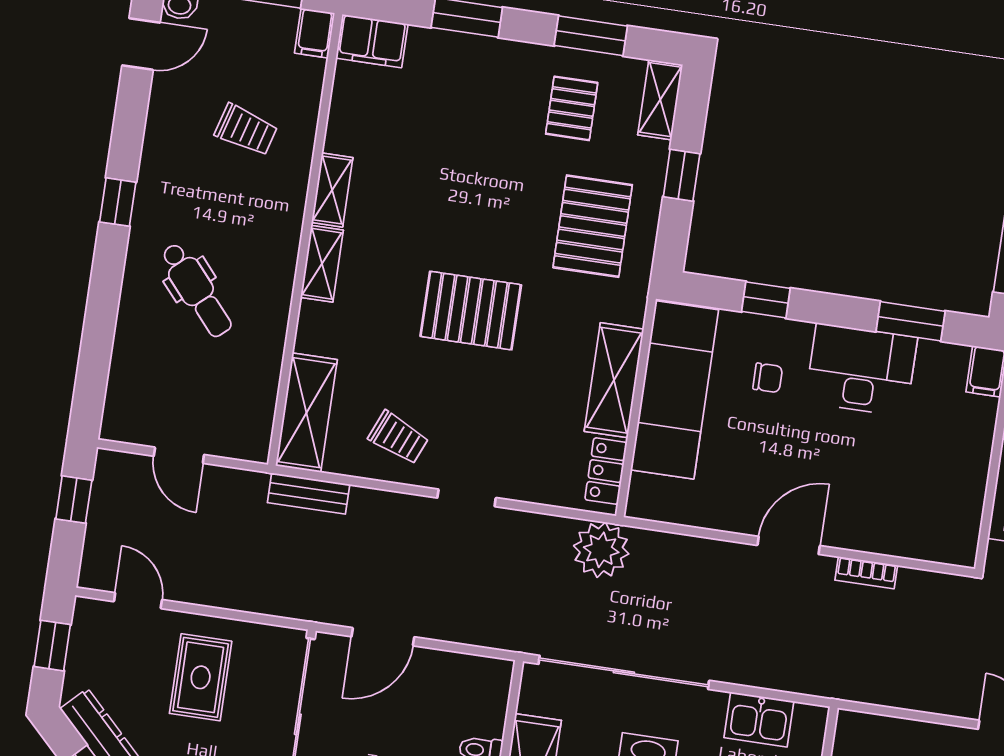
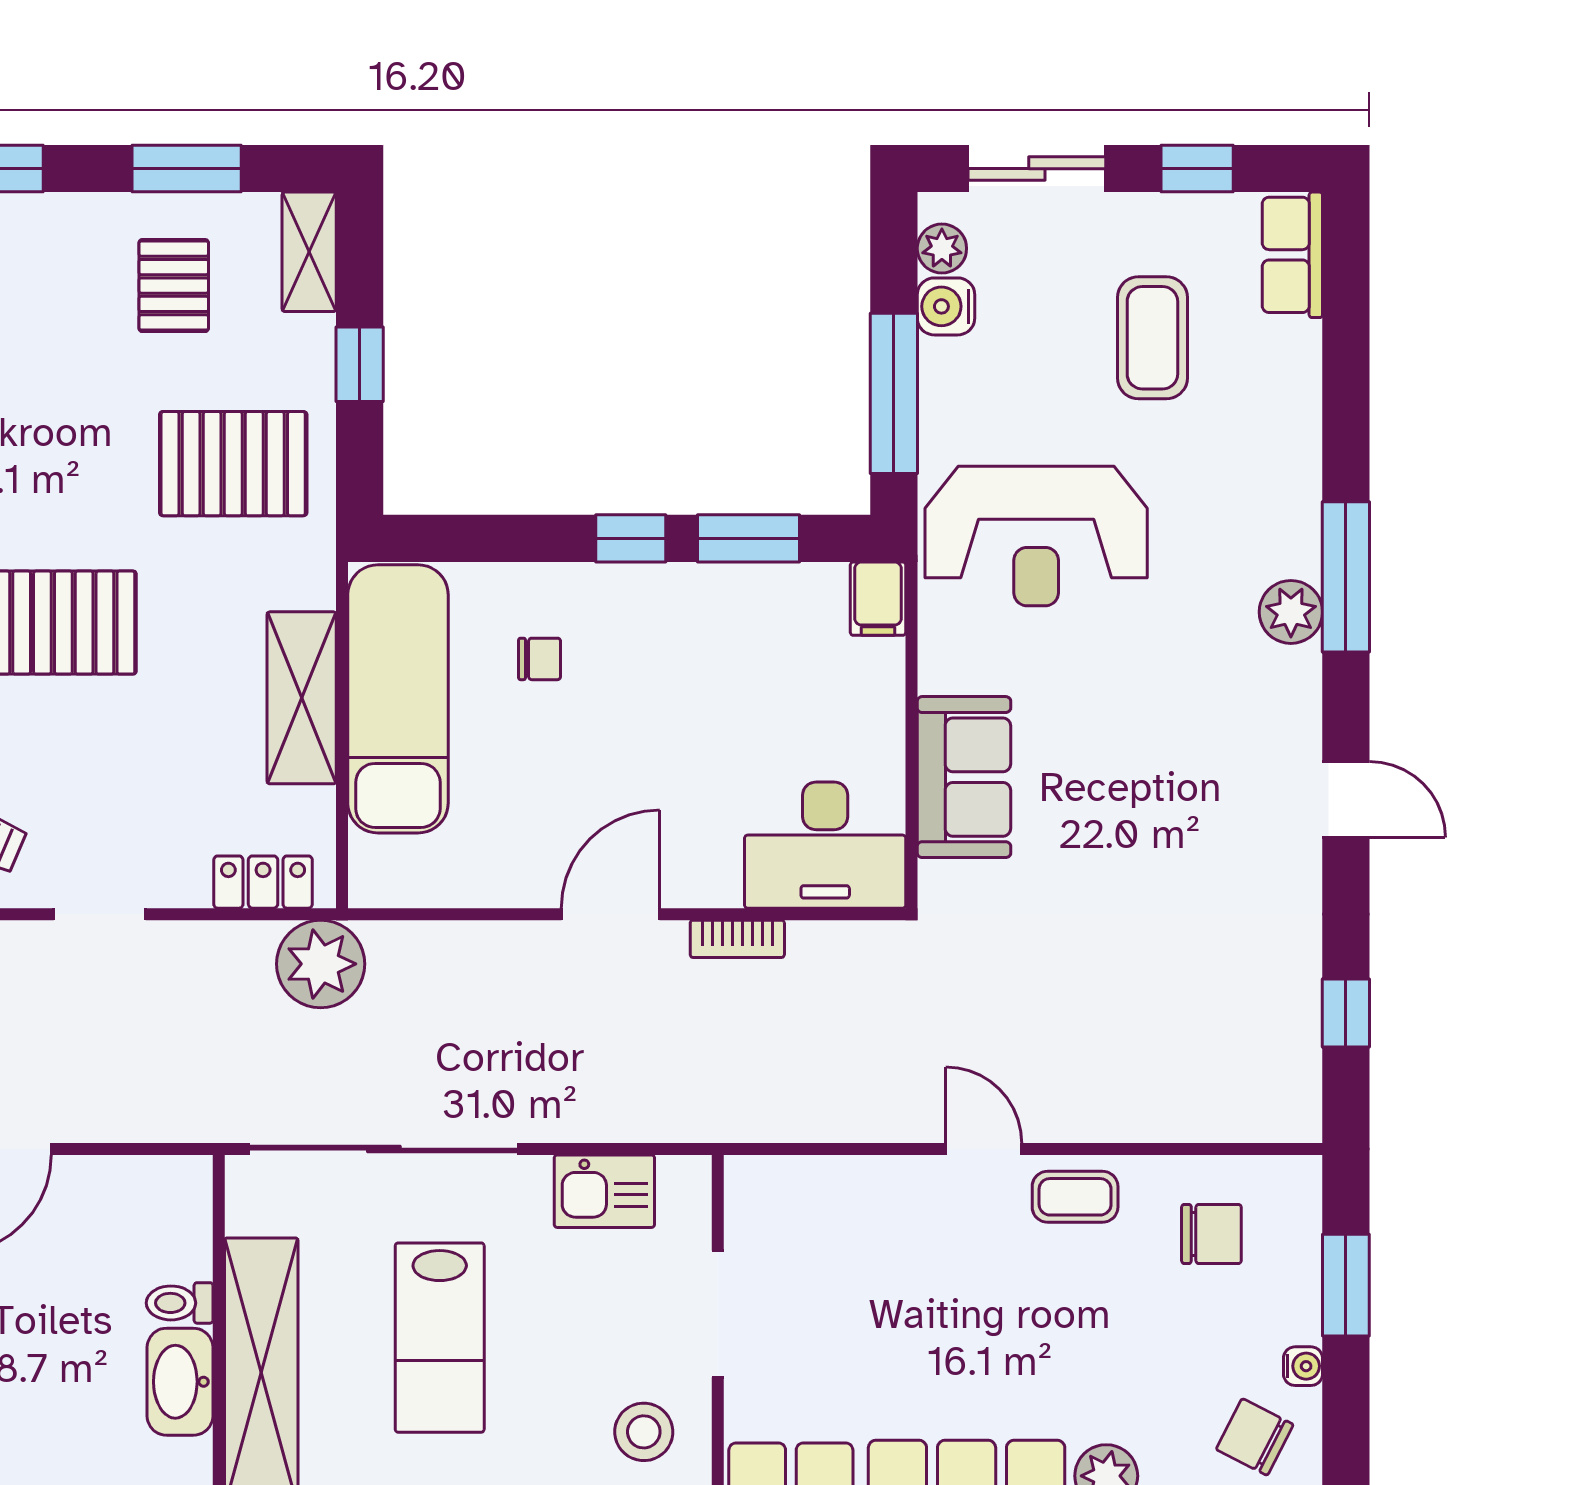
pallet: (593, 226) -> (233, 464), turned 90
window: (766, 300) -> (631, 538), moved
desk: (861, 370) -> (825, 845), moved, turned 180
locker: (606, 471) -> (263, 882), moved, turned 90

